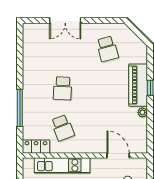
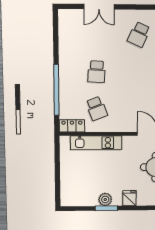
school desk: (107, 49) -> (139, 34), turned 39
window: (20, 108) -> (56, 90), width x1.46

